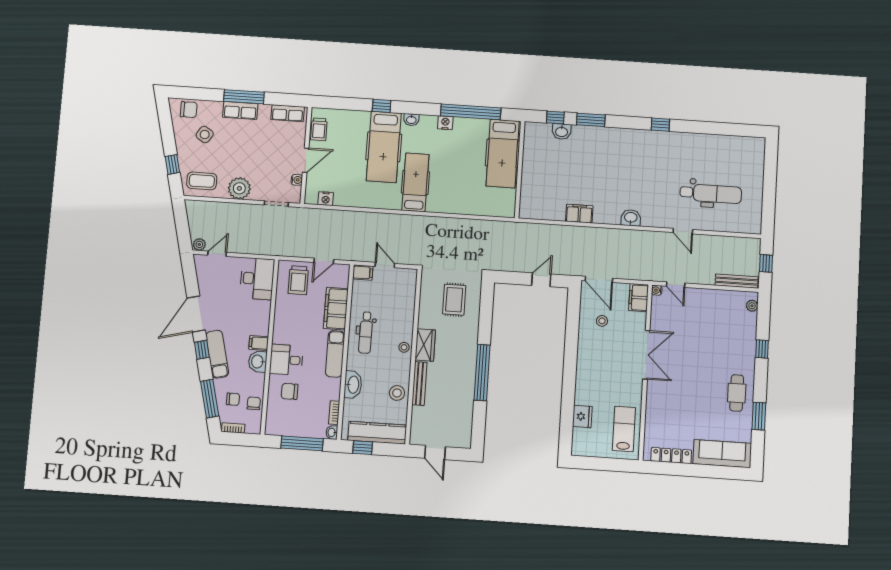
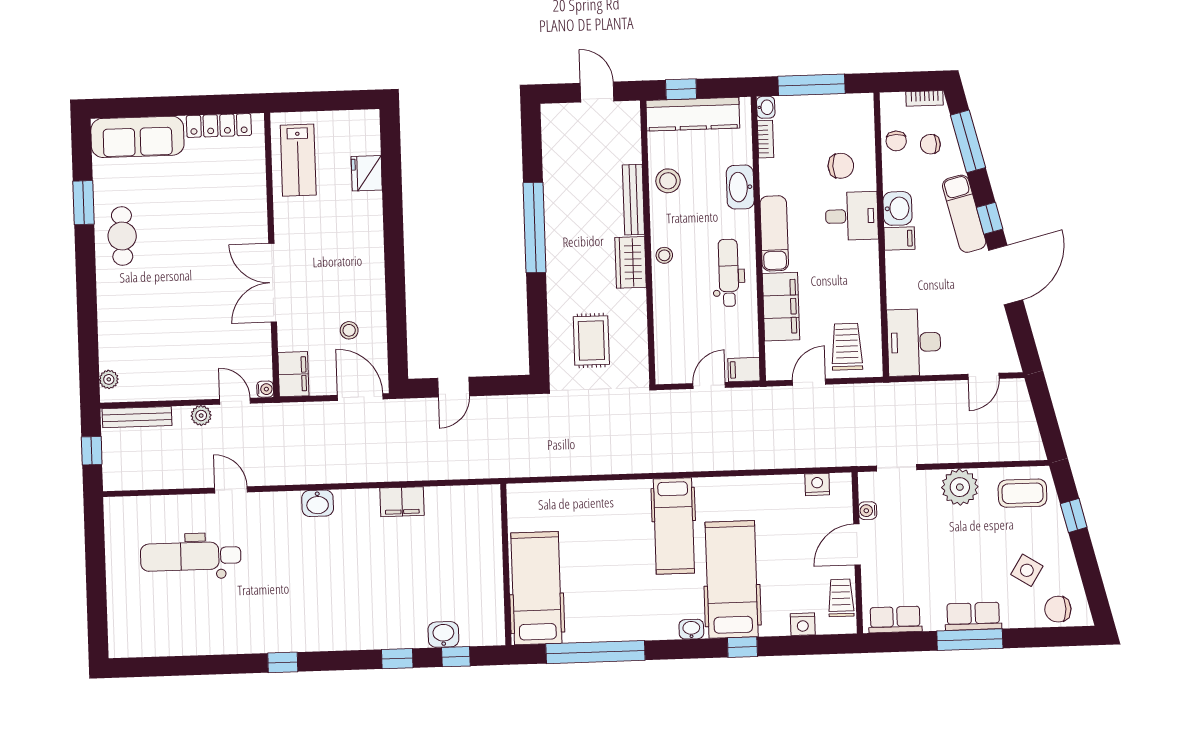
window: (591, 120) -> (397, 659), width x0.67
nightstand: (445, 123) -> (803, 624), moved
plant: (199, 244) -> (201, 416), moved
door: (385, 265) -> (709, 386), swing flipped
window: (762, 349) -> (87, 311), removed
window: (363, 448) -> (681, 89), moved

